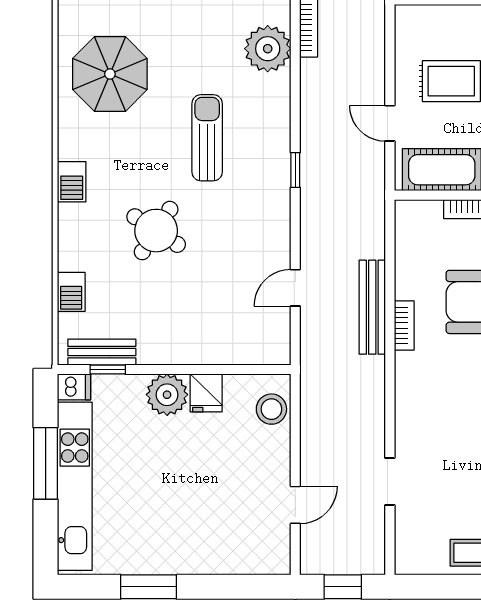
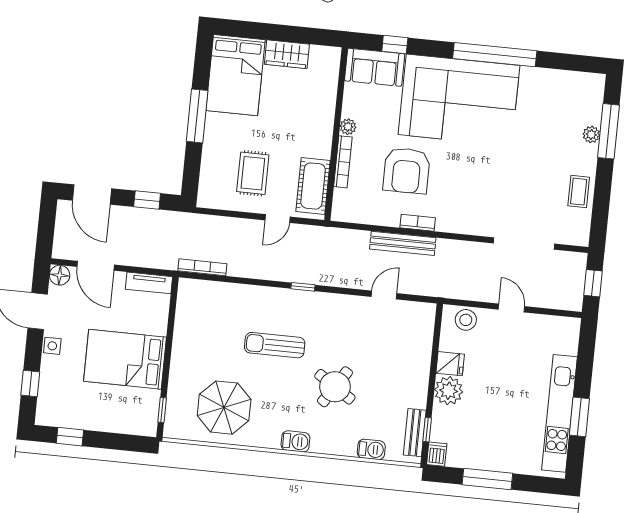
plant: (268, 49) -> (218, 297), removed
door: (295, 288) -> (384, 295), swing flipped
doorway: (390, 481) -> (524, 243), width x1.87
kitchen unit: (75, 486) -> (559, 413), moved, turned -90
door: (295, 505) -> (511, 308), moved

